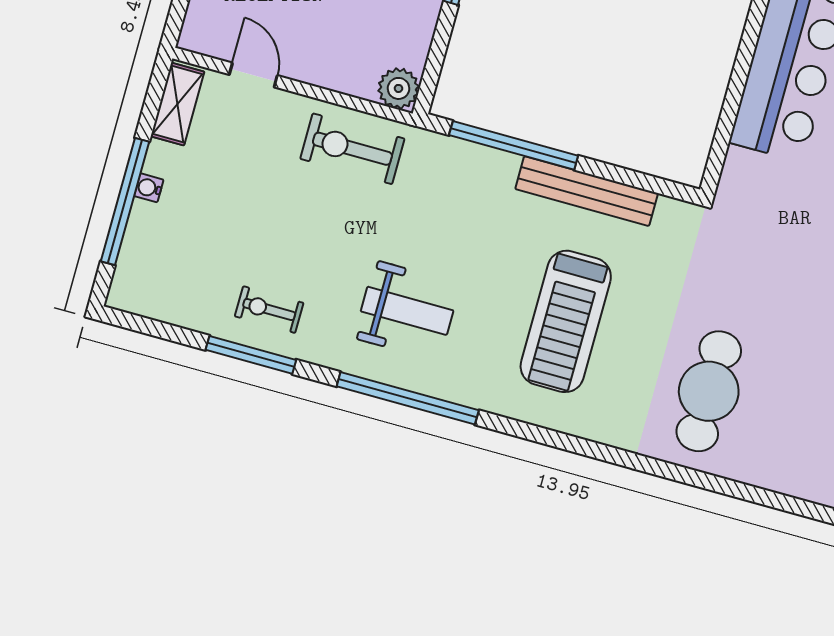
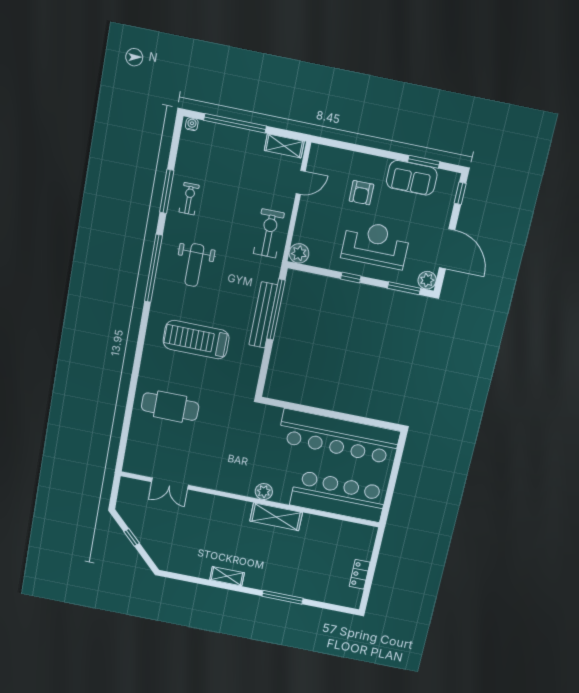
water cooler: (149, 188) -> (192, 124), moved
bench: (587, 191) -> (263, 315), moved

